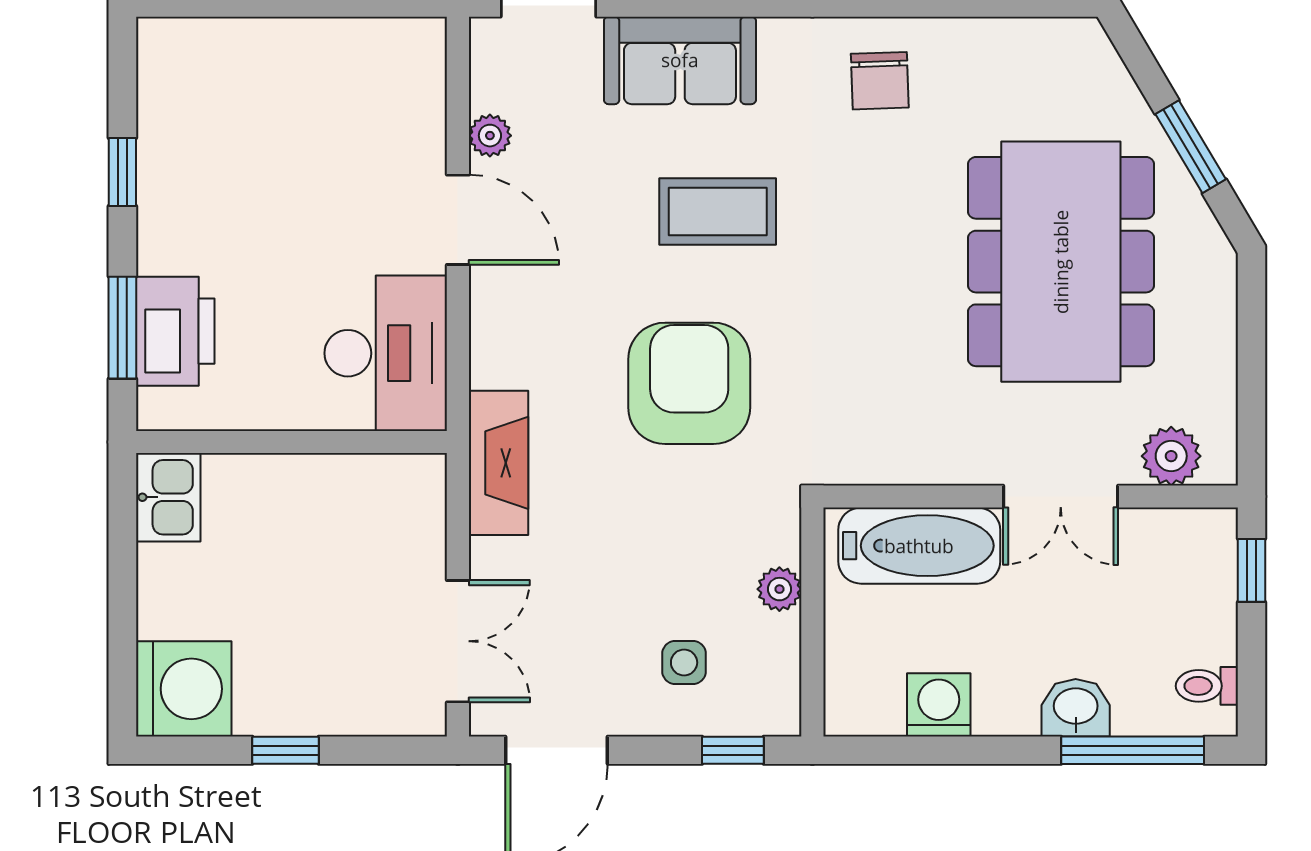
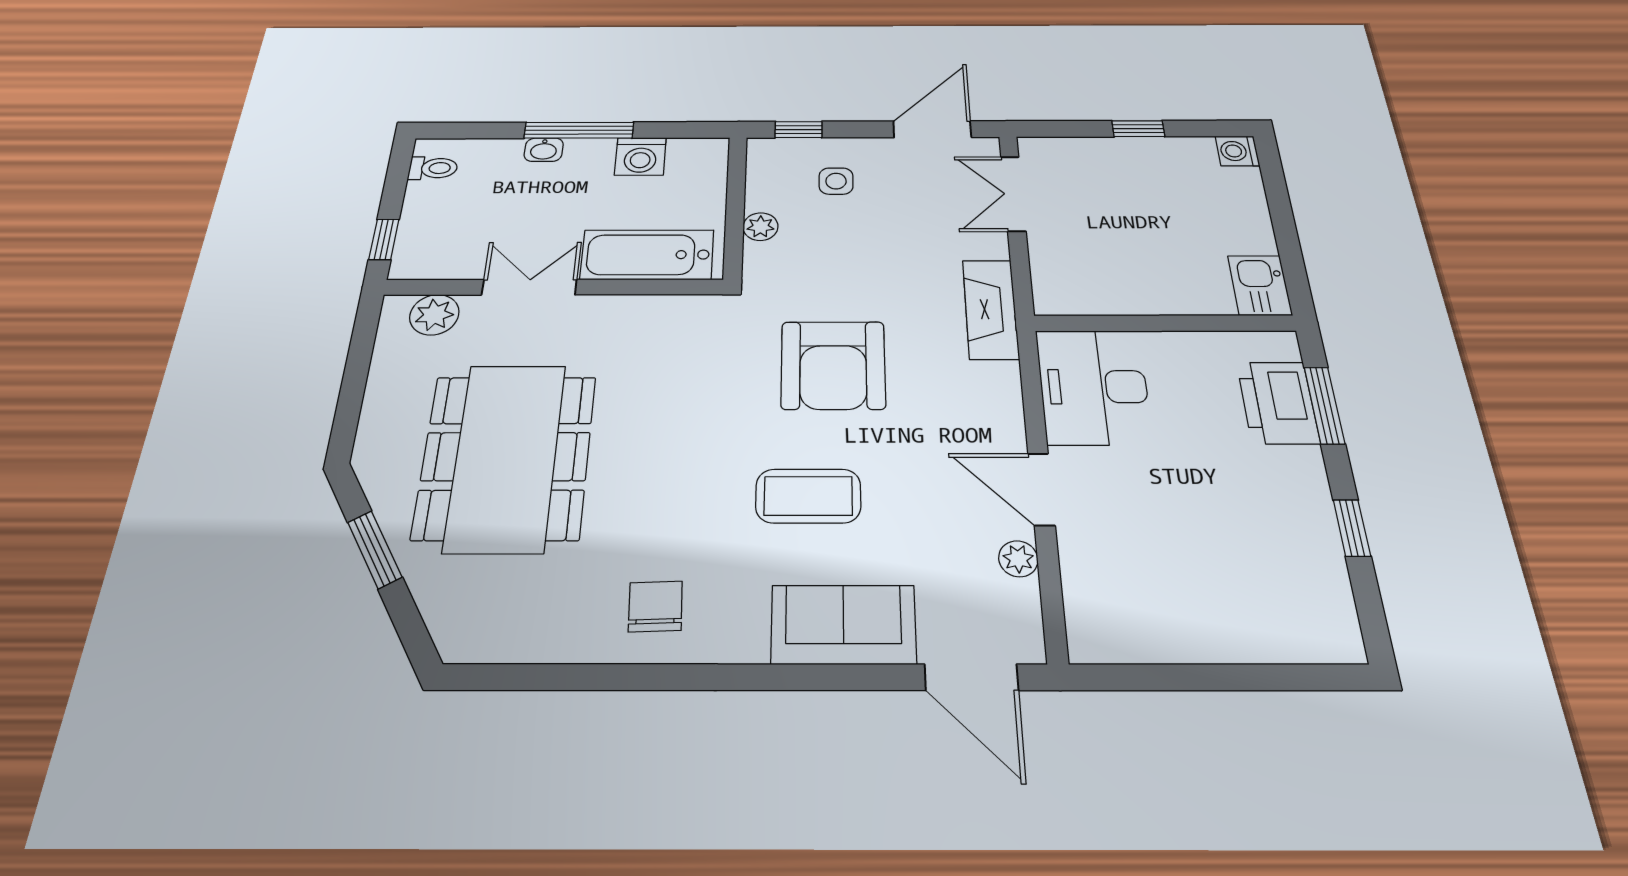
washing machine: (184, 689) -> (1237, 151), width x0.53, depth x0.53
washbasin: (1076, 708) -> (544, 150), width x0.72, depth x0.69
window: (1133, 750) -> (579, 130), moved

